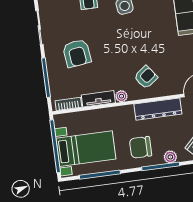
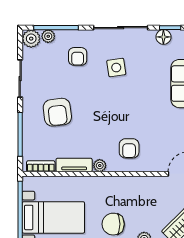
armchair: (146, 77) -> (129, 148), turned 127
dresser: (158, 109) -> (138, 185), removed

